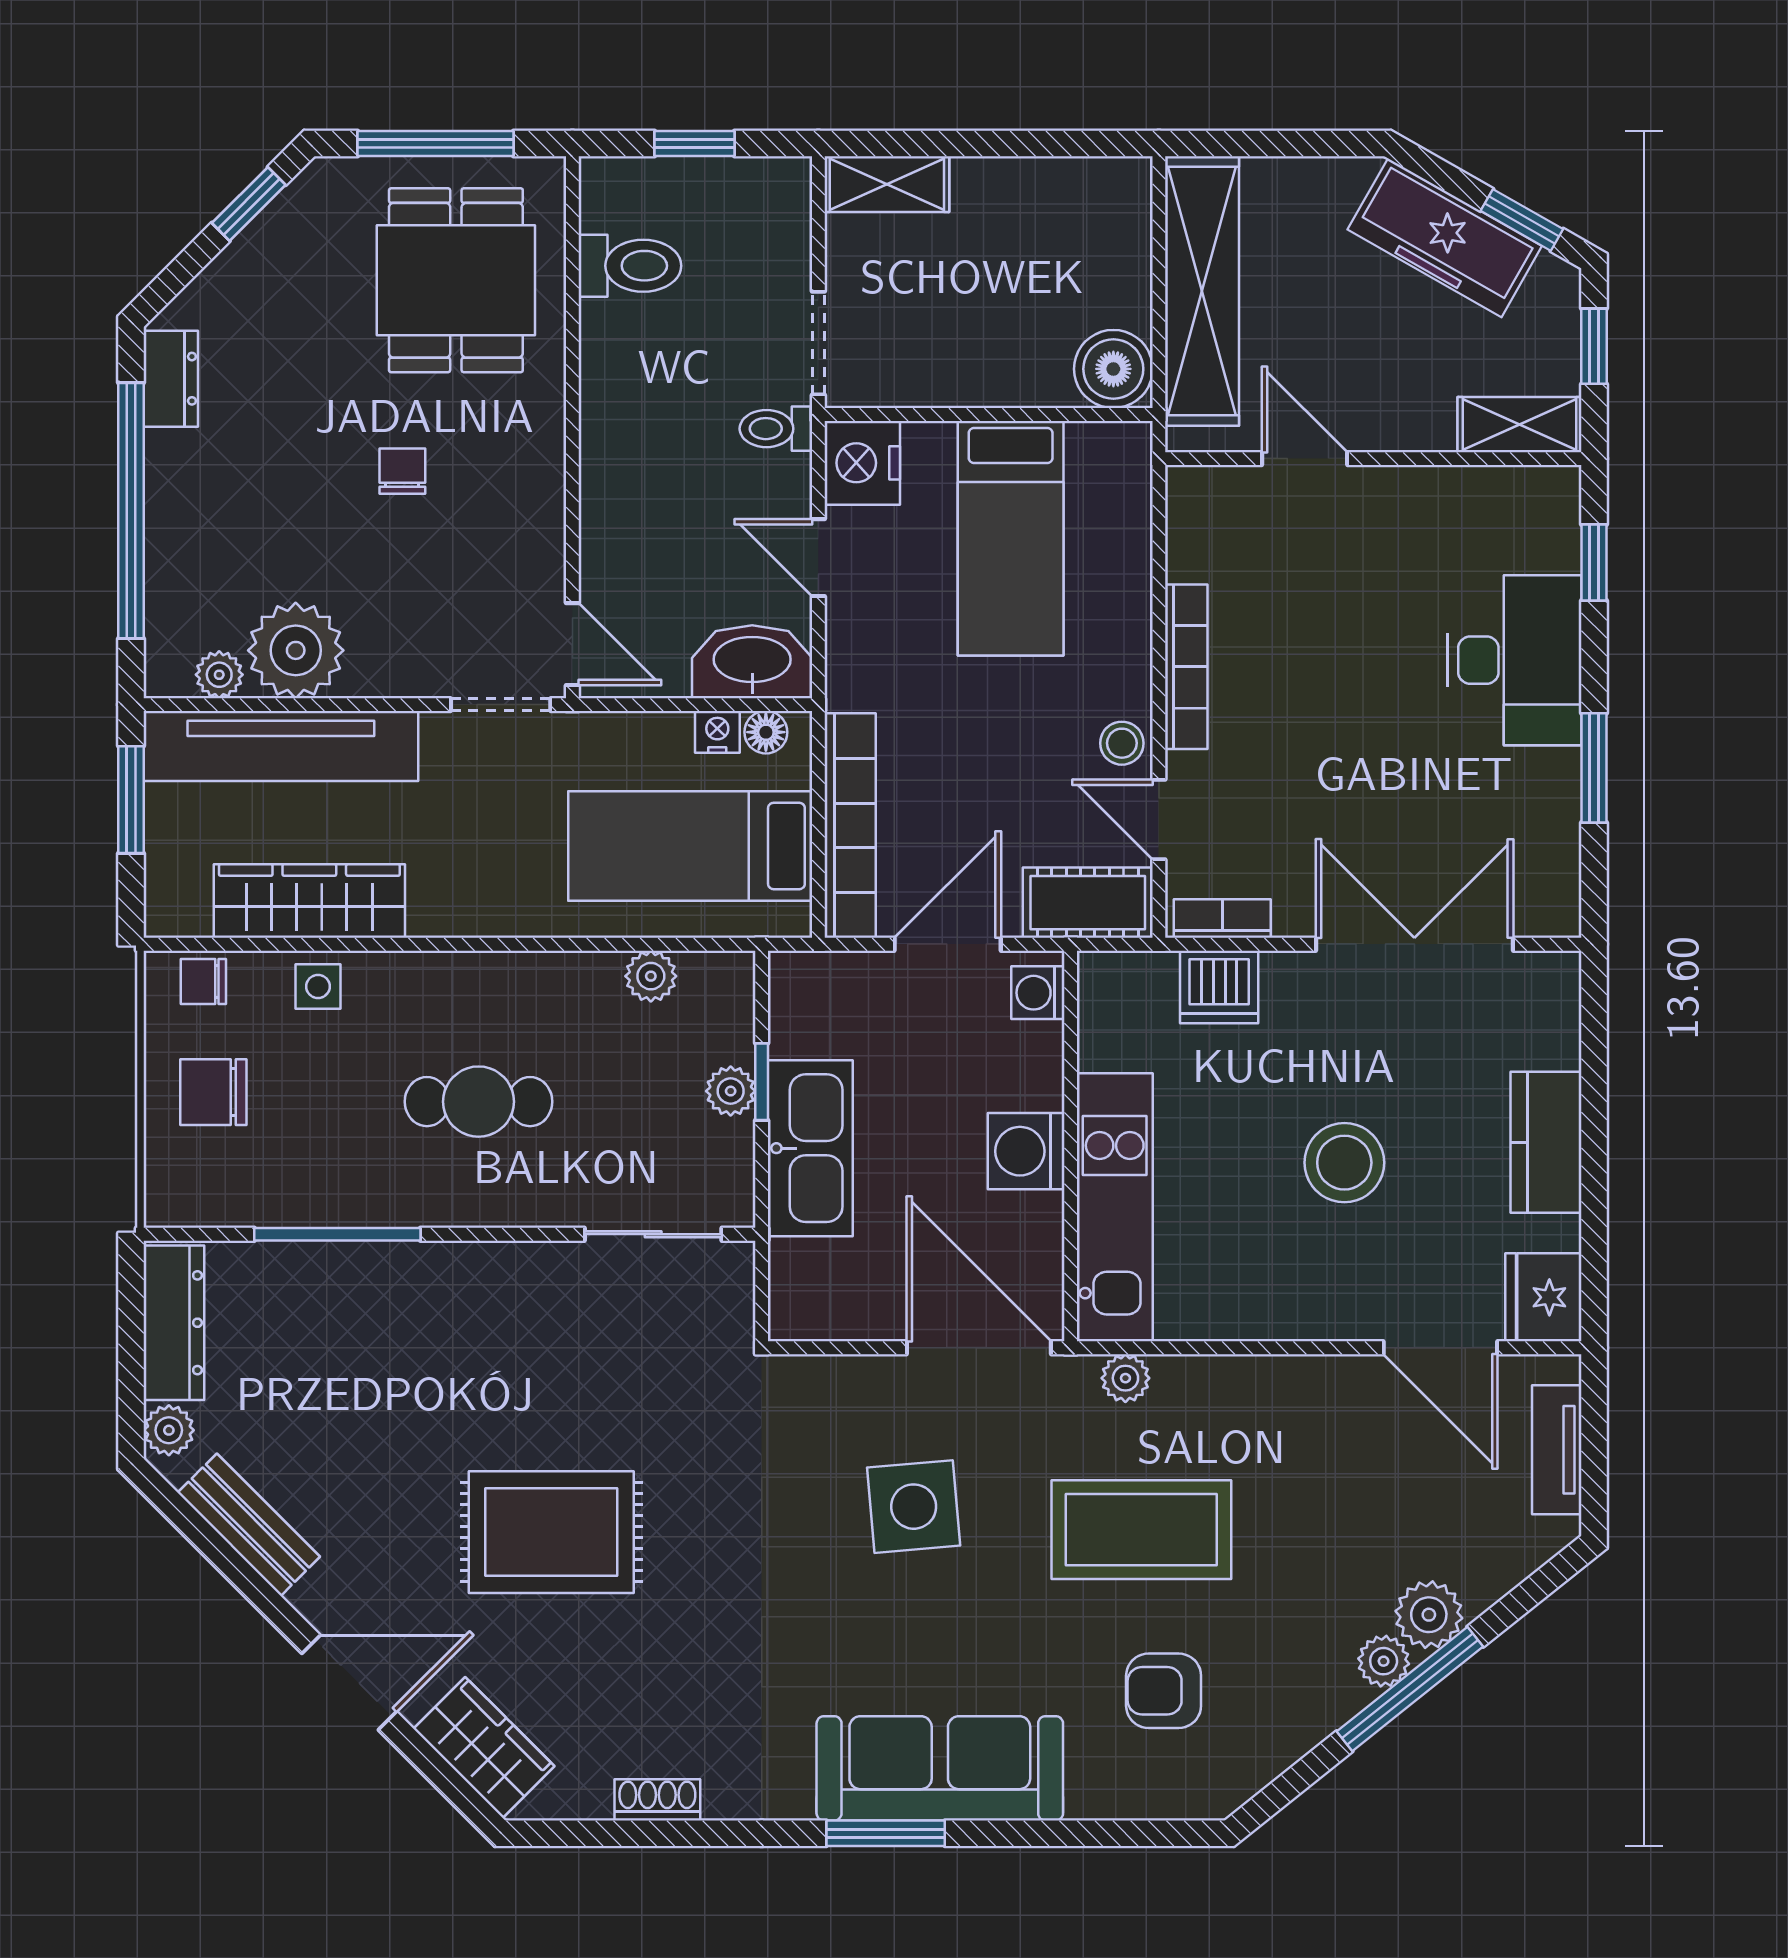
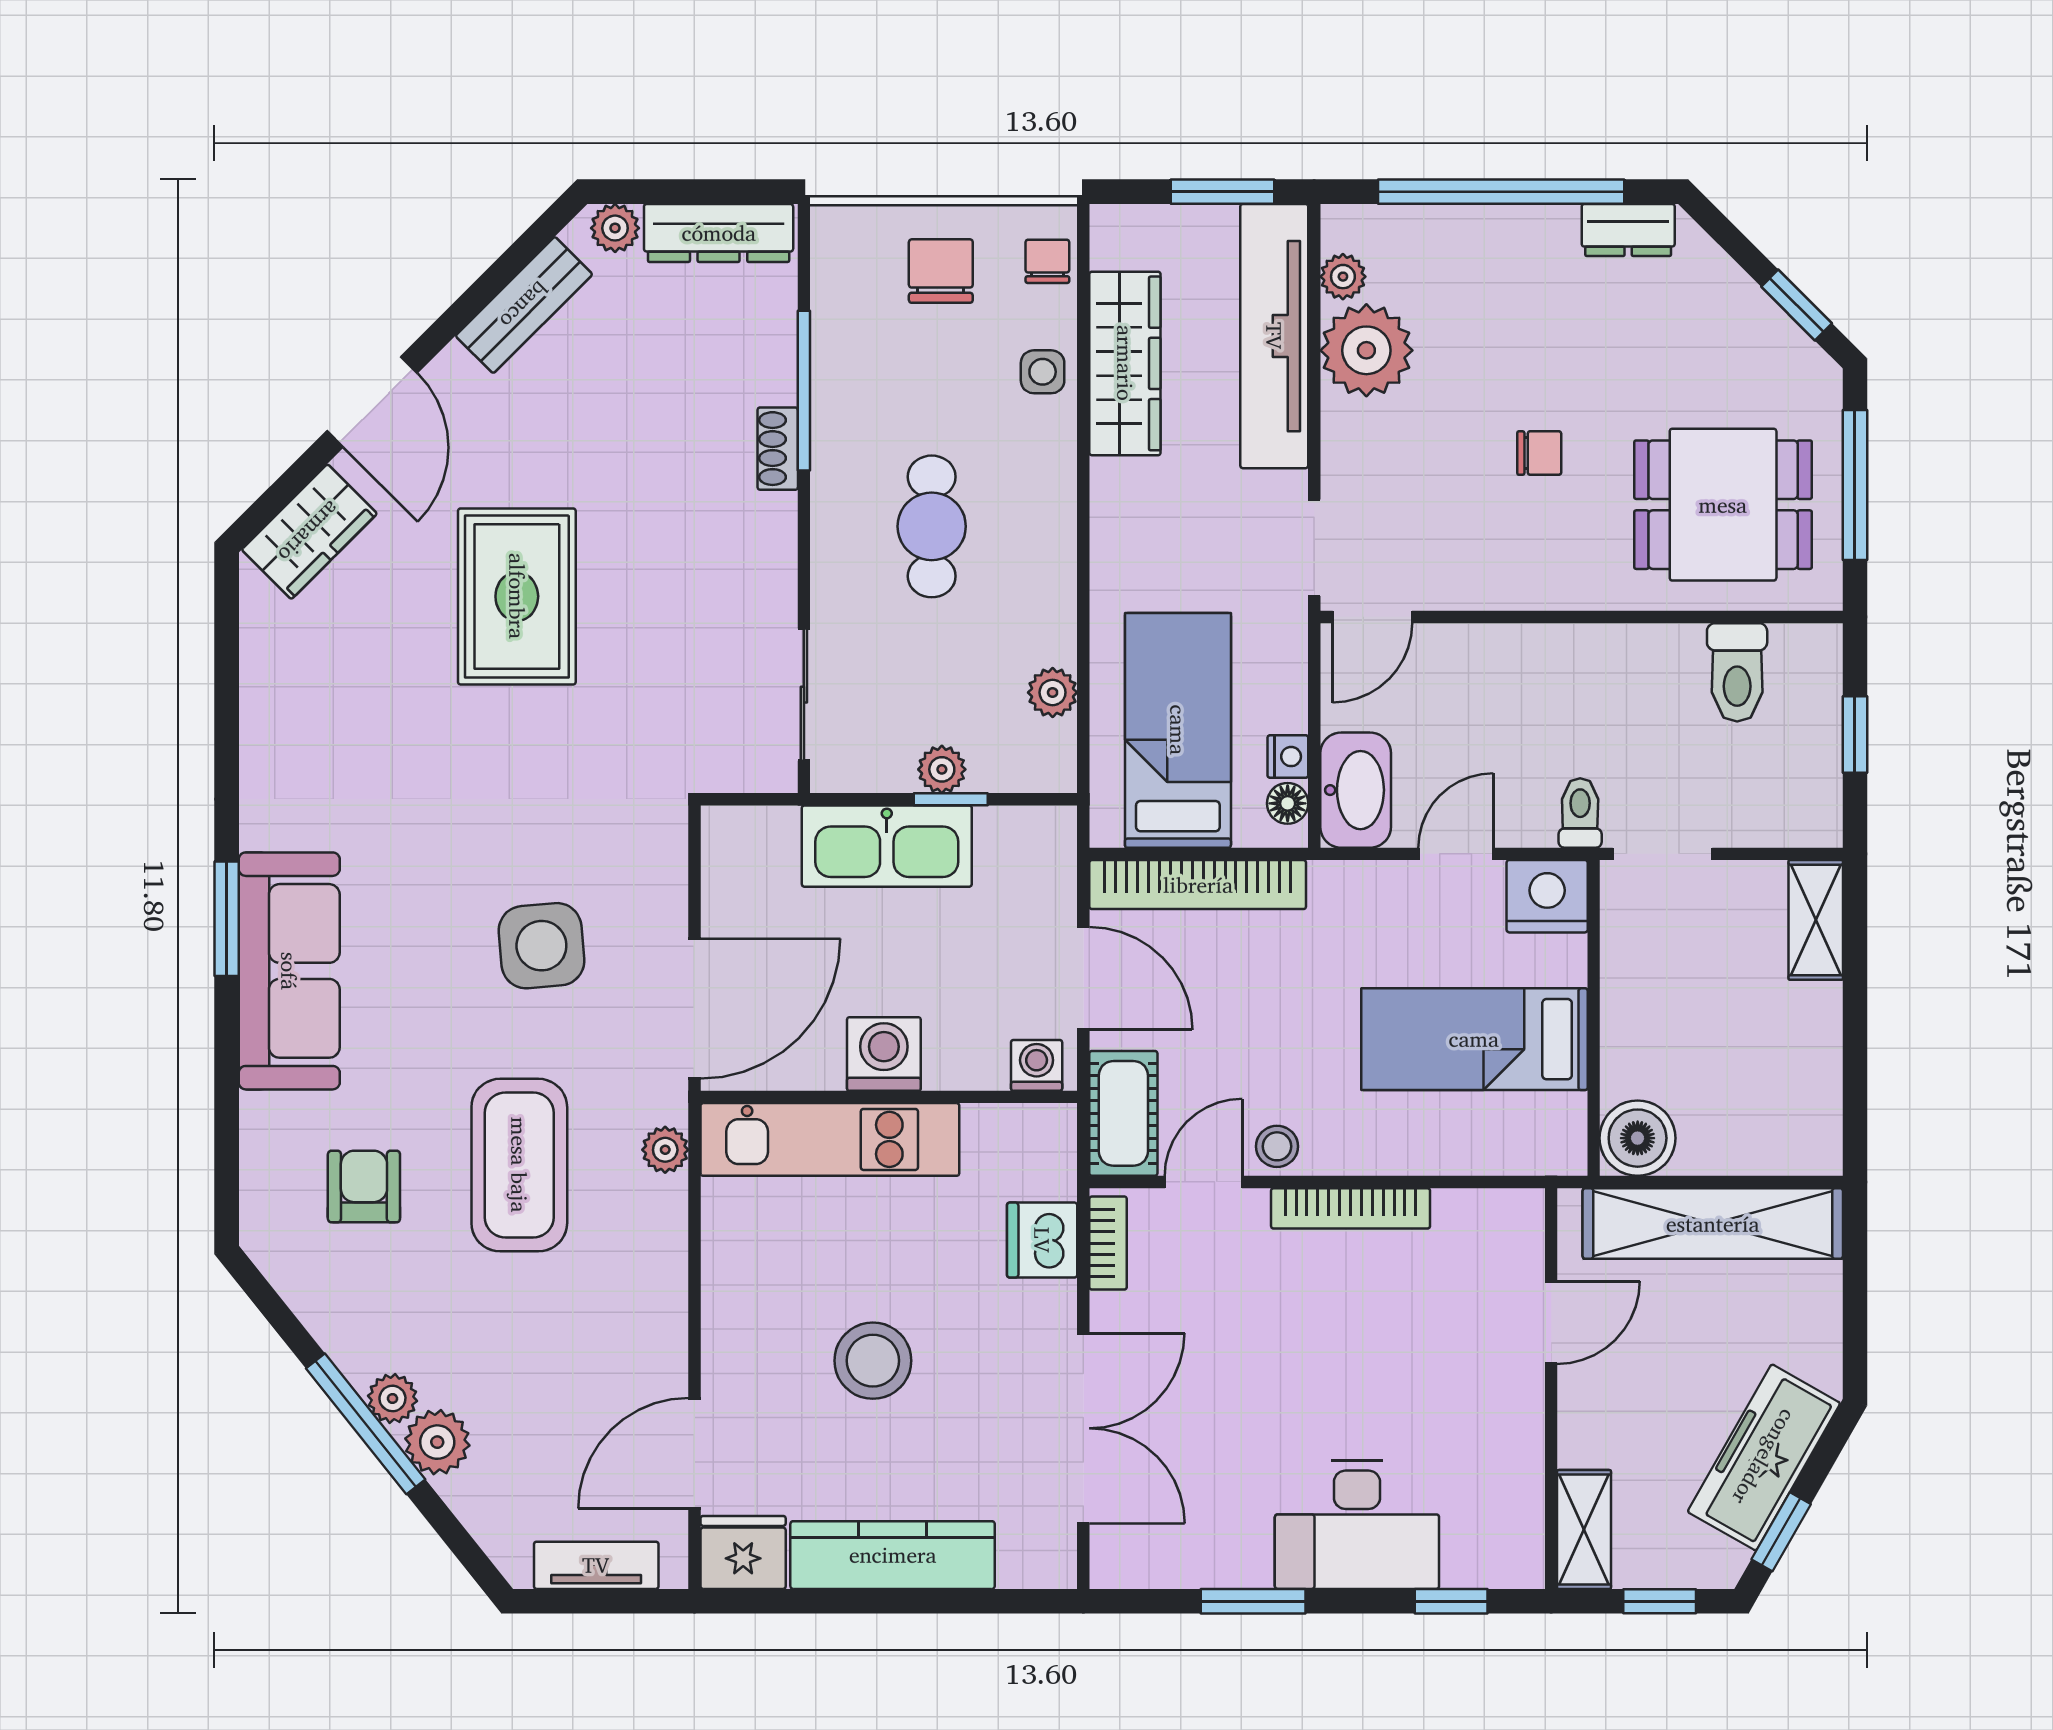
kitchen counter: (1546, 1142) -> (893, 1555), width x1.50
shoe rack: (657, 1800) -> (778, 449), moved, turned 180

